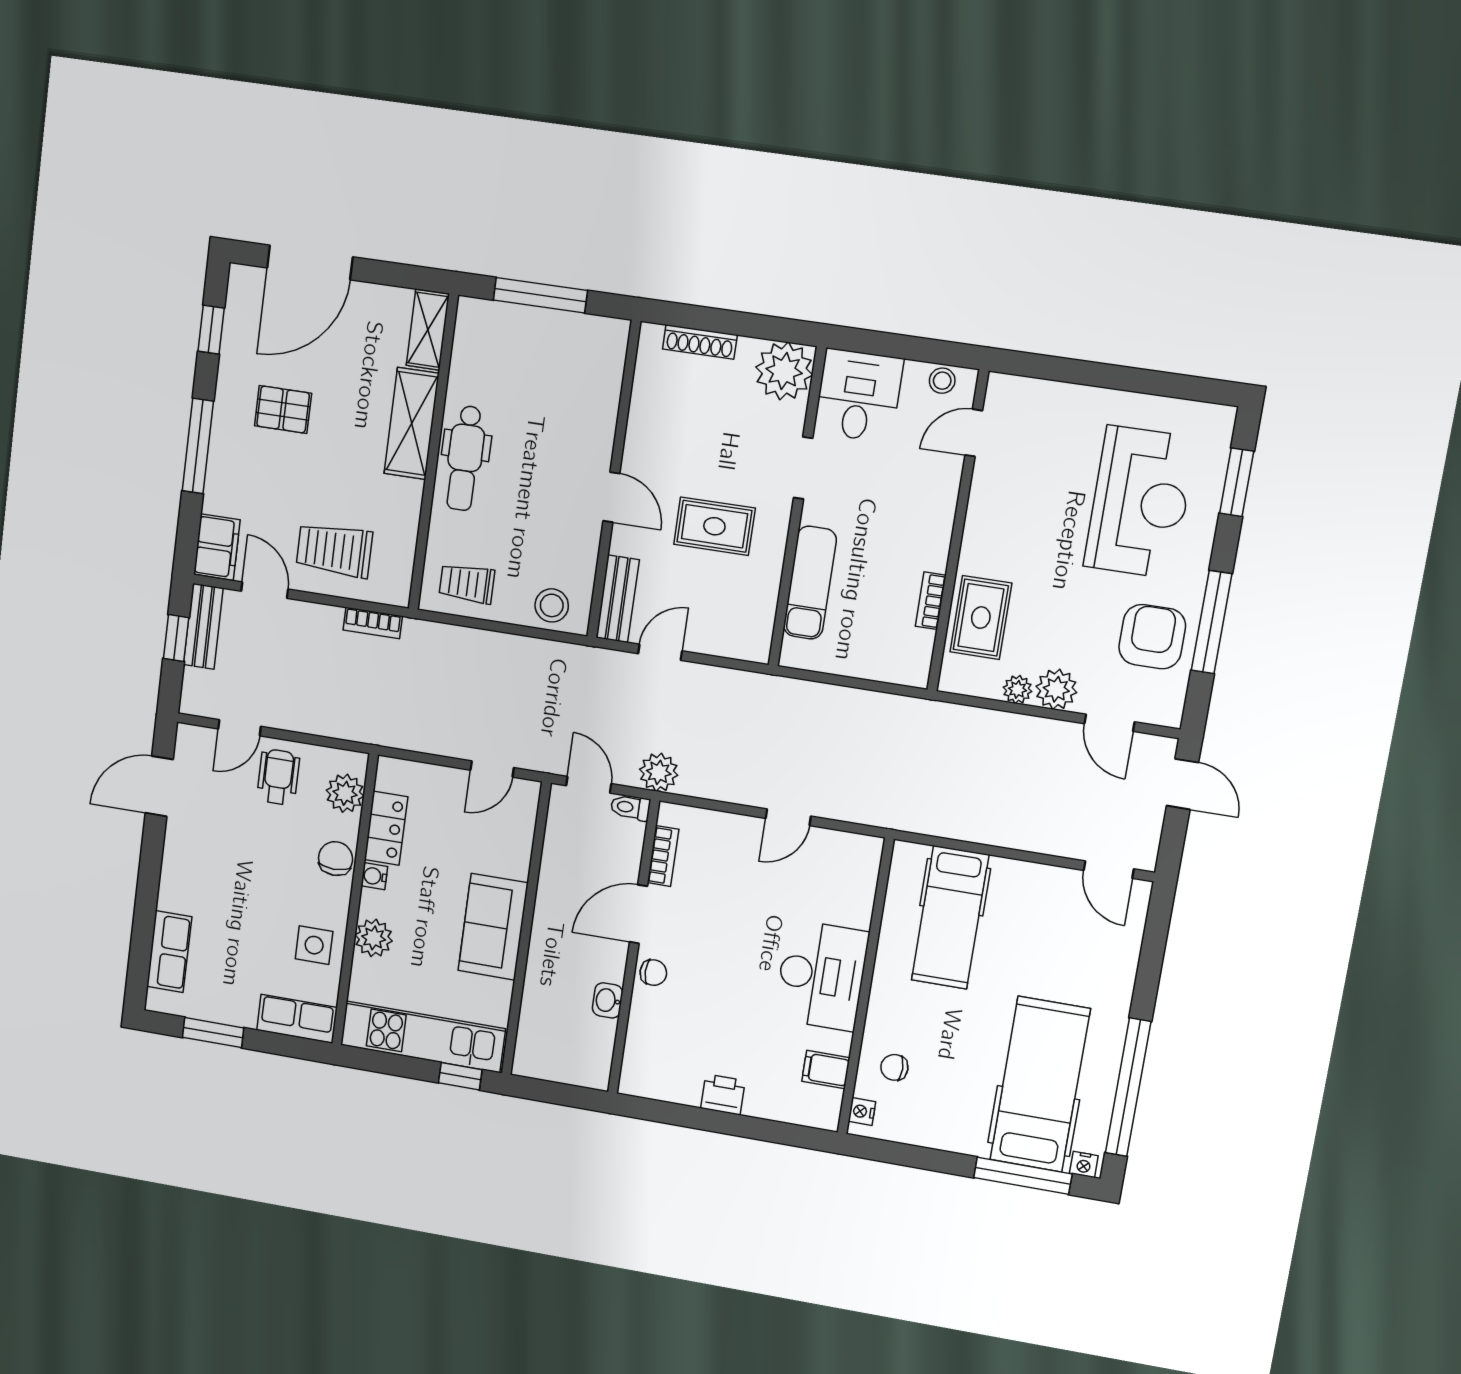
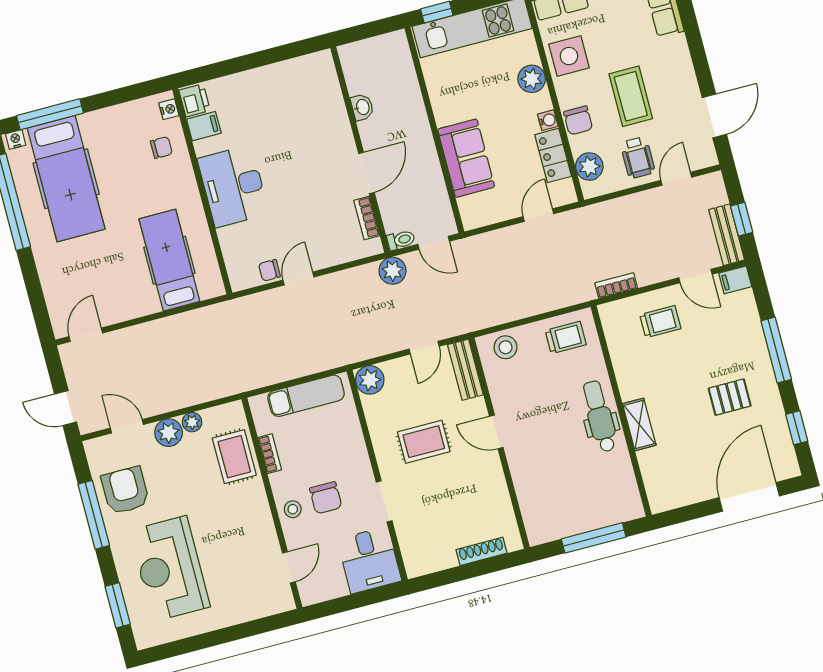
shelving: (428, 330) -> (656, 487), removed
plant: (784, 371) -> (370, 380), moved, width x0.73, depth x0.73
stool: (942, 381) -> (293, 509), moved
shelving: (412, 424) -> (639, 424), width x0.67, depth x0.75
chair: (881, 507) -> (326, 498), added
filing cabinet: (217, 547) -> (735, 280), width x0.50
trolley: (334, 550) -> (660, 322), width x0.73, depth x0.72
exam couch: (810, 583) -> (306, 396), moved, turned -90
armchair: (1152, 637) -> (125, 490), turned 180
door: (492, 769) -> (538, 215), moved
coffee table: (256, 859) -> (631, 96), added
door: (1109, 870) -> (86, 335), hinge flipped
sofa: (493, 927) -> (466, 158), moved
side table: (314, 945) -> (569, 56), width x1.37, depth x1.37
chair: (653, 973) -> (269, 270), moved
printer: (723, 1095) -> (194, 100), moved, turned -90

